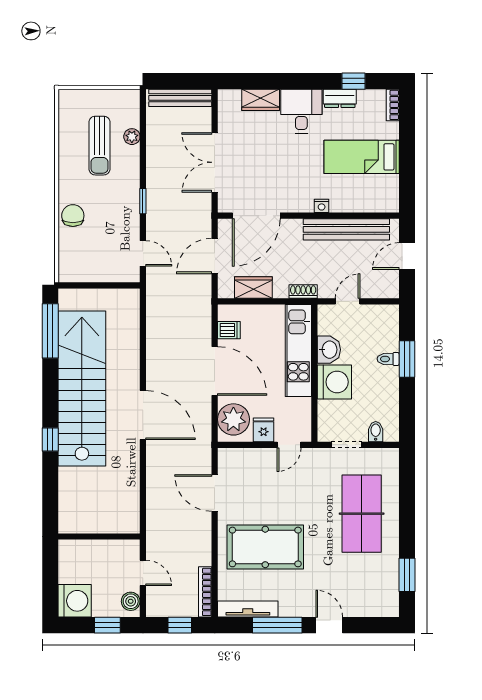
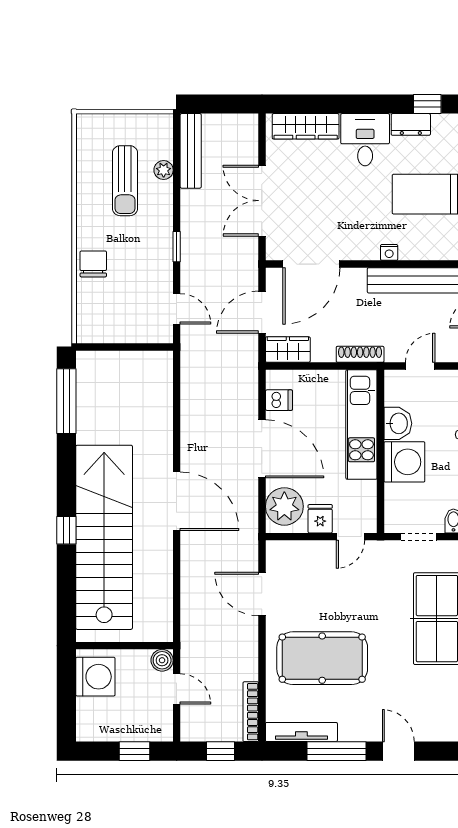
bench: (180, 98) -> (191, 151), moved, turned 90
wardrobe: (261, 100) -> (306, 126), width x1.50
wardrobe: (253, 287) -> (288, 349), moved
shoe rack: (303, 292) -> (360, 354), width x1.43
stairs: (82, 389) -> (104, 537), moved
washing machine: (75, 601) -> (95, 677), moved
boiler: (131, 601) -> (162, 660), moved

